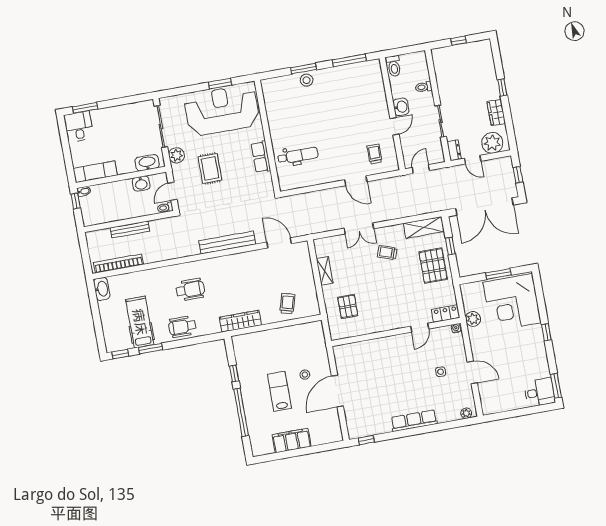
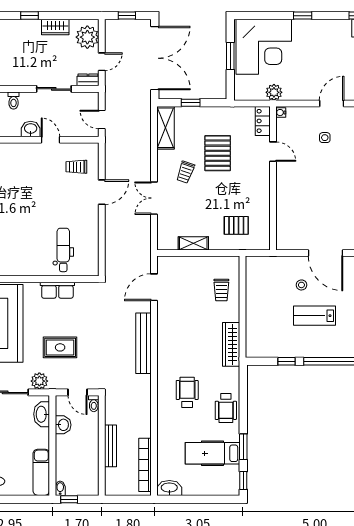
double door: (359, 229) -> (154, 198), swing flipped
pallet: (433, 266) -> (218, 153), moved, turned 90
trolley: (287, 304) -> (221, 290), turned -106

